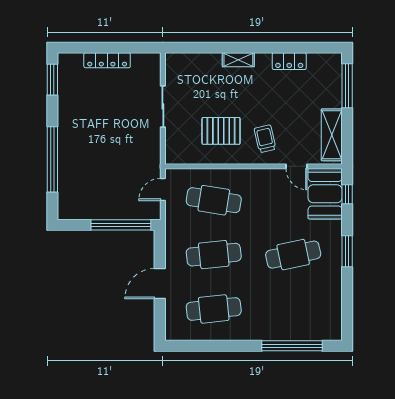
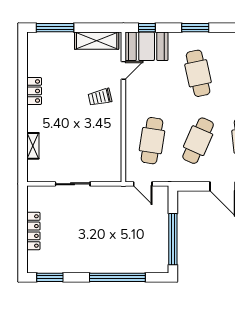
shelving: (238, 60) -> (33, 146), moved
locker: (289, 61) -> (34, 91), moved
pallet: (221, 131) -> (93, 134), removed
window: (121, 225) -> (173, 239), moved
cafe table: (214, 255) -> (198, 141), turned 30

